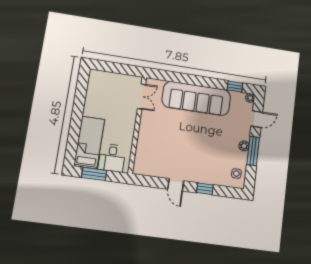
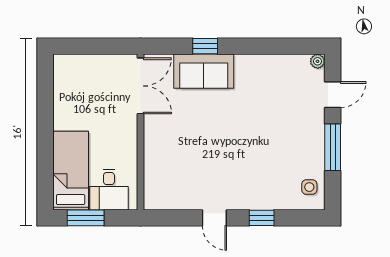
window: (235, 86) -> (205, 46), moved
double door: (142, 96) -> (141, 86), width x1.37
sofa: (196, 98) -> (204, 71), width x0.54, depth x0.79
plant: (244, 146) -> (317, 141), removed

